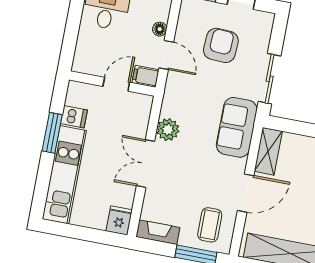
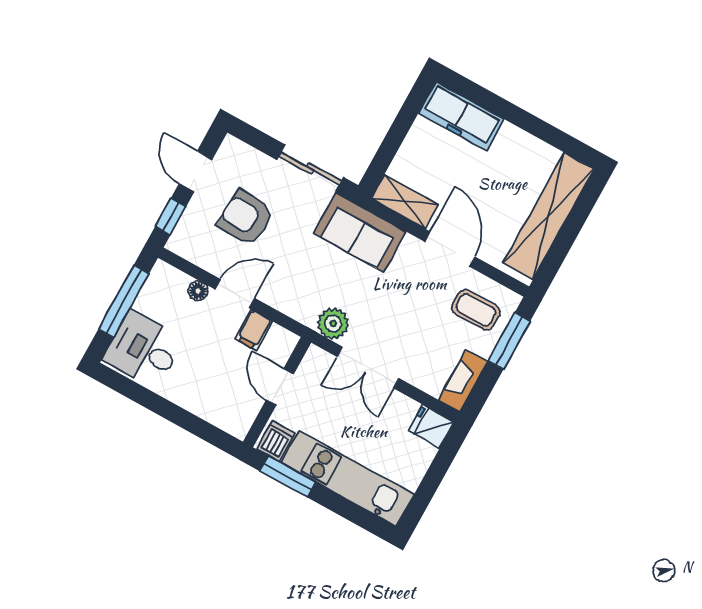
wall: (112, 84) -> (277, 392), moved
door: (116, 84) -> (280, 387), moved

